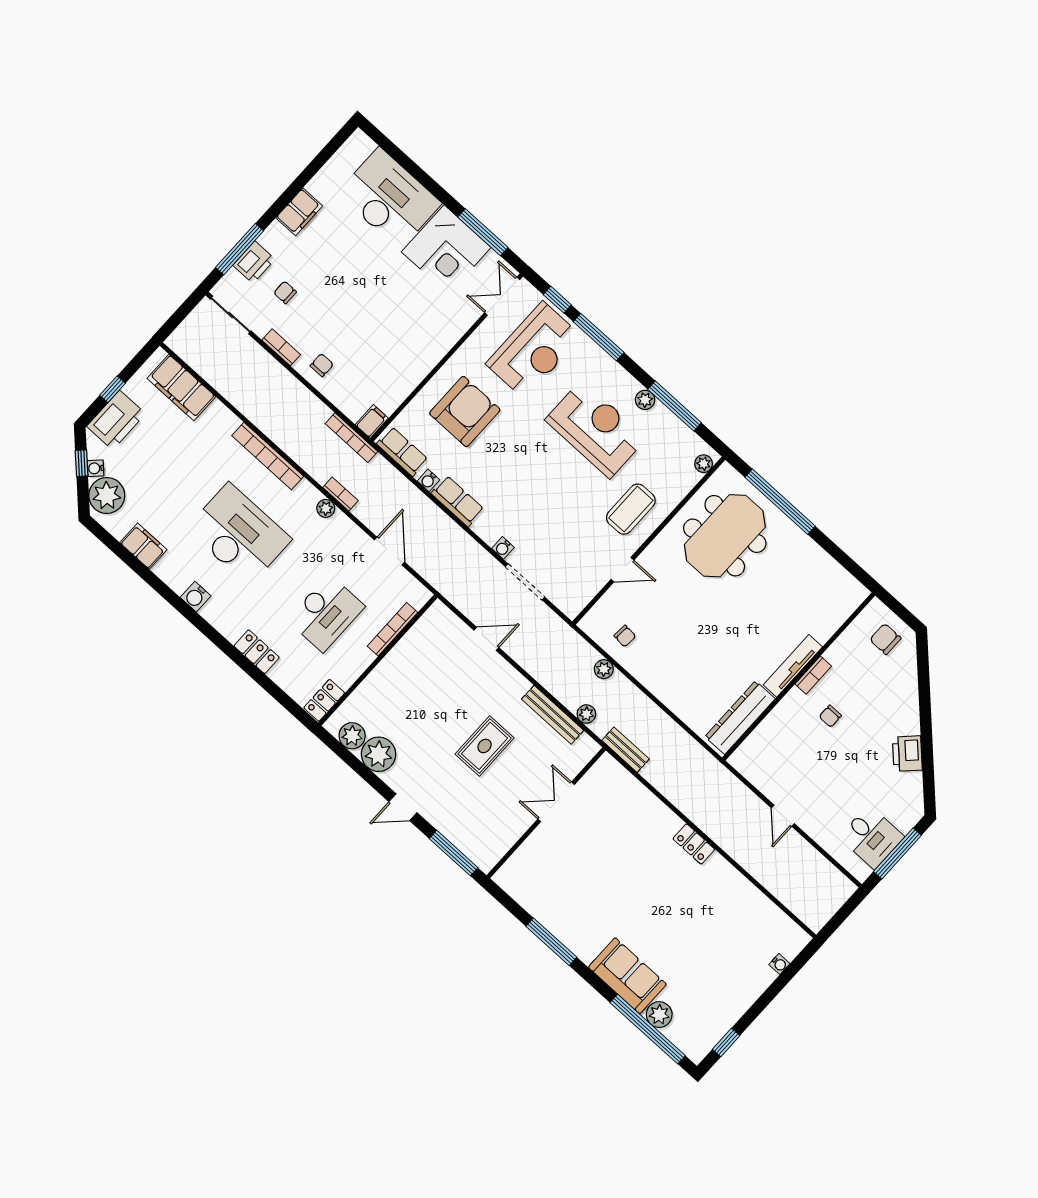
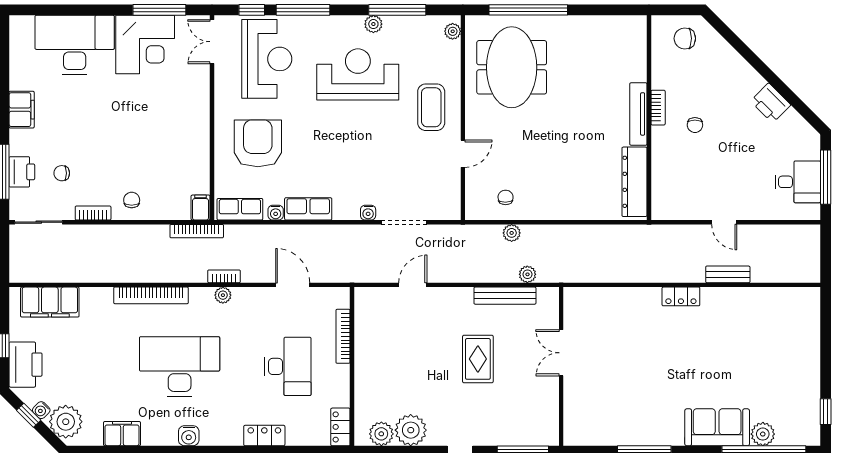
chair: (625, 636) -> (506, 197), turned -95
bench: (626, 750) -> (728, 274), moved
water cooler: (779, 964) -> (813, 325), removed

